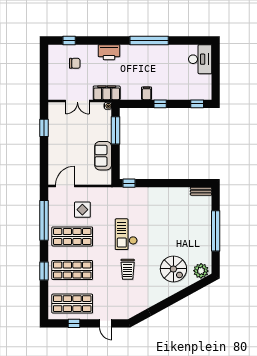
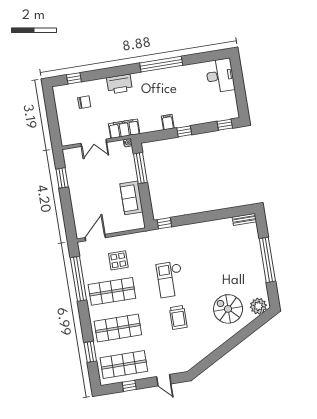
spiral stairs: (173, 269) -> (228, 309), turned 180
window: (44, 271) -> (90, 352), moved

